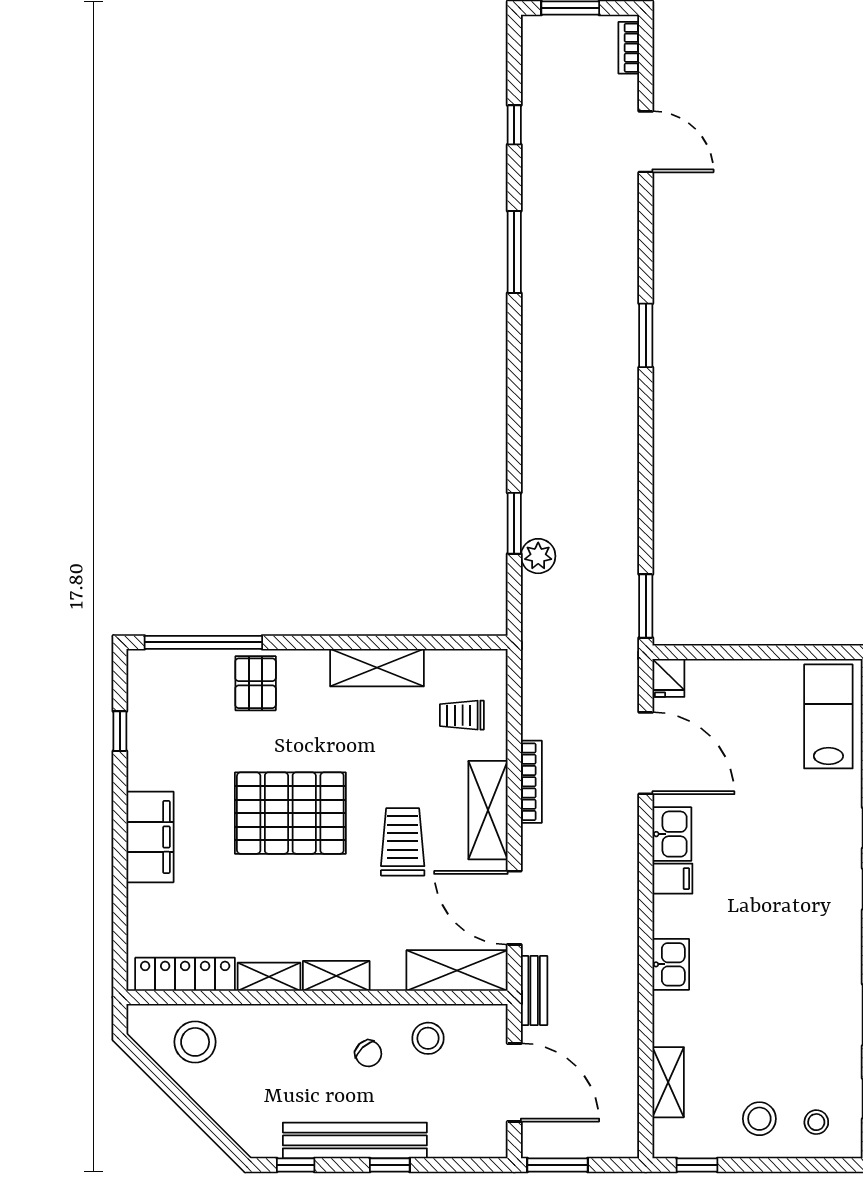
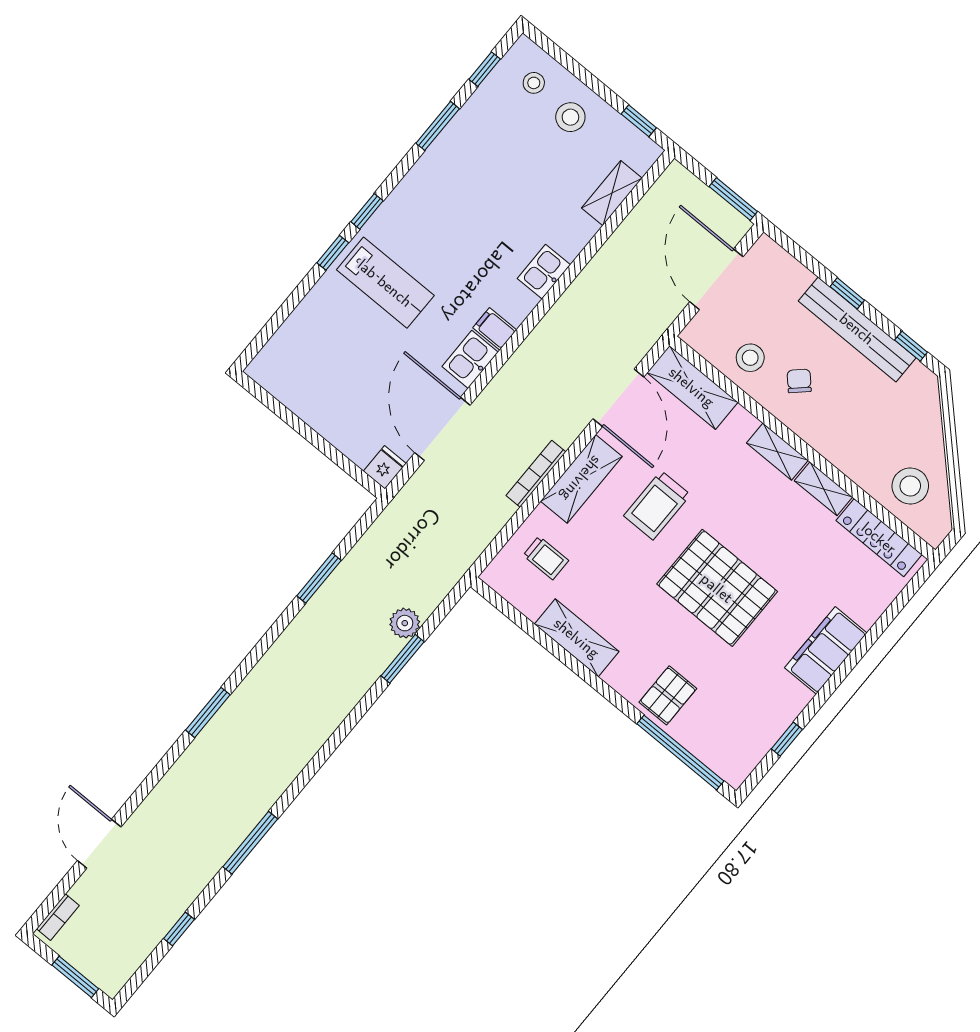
window: (646, 606) -> (319, 578), moved
lab bench: (828, 716) -> (385, 283), moved, turned -90
bench: (534, 990) -> (651, 331), removed

